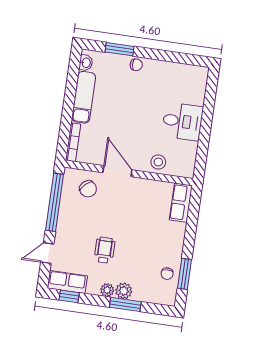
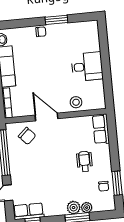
window: (120, 49) -> (56, 20), moved
wheelchair: (105, 250) -> (85, 161), moved
plant: (107, 290) -> (87, 208), moved

